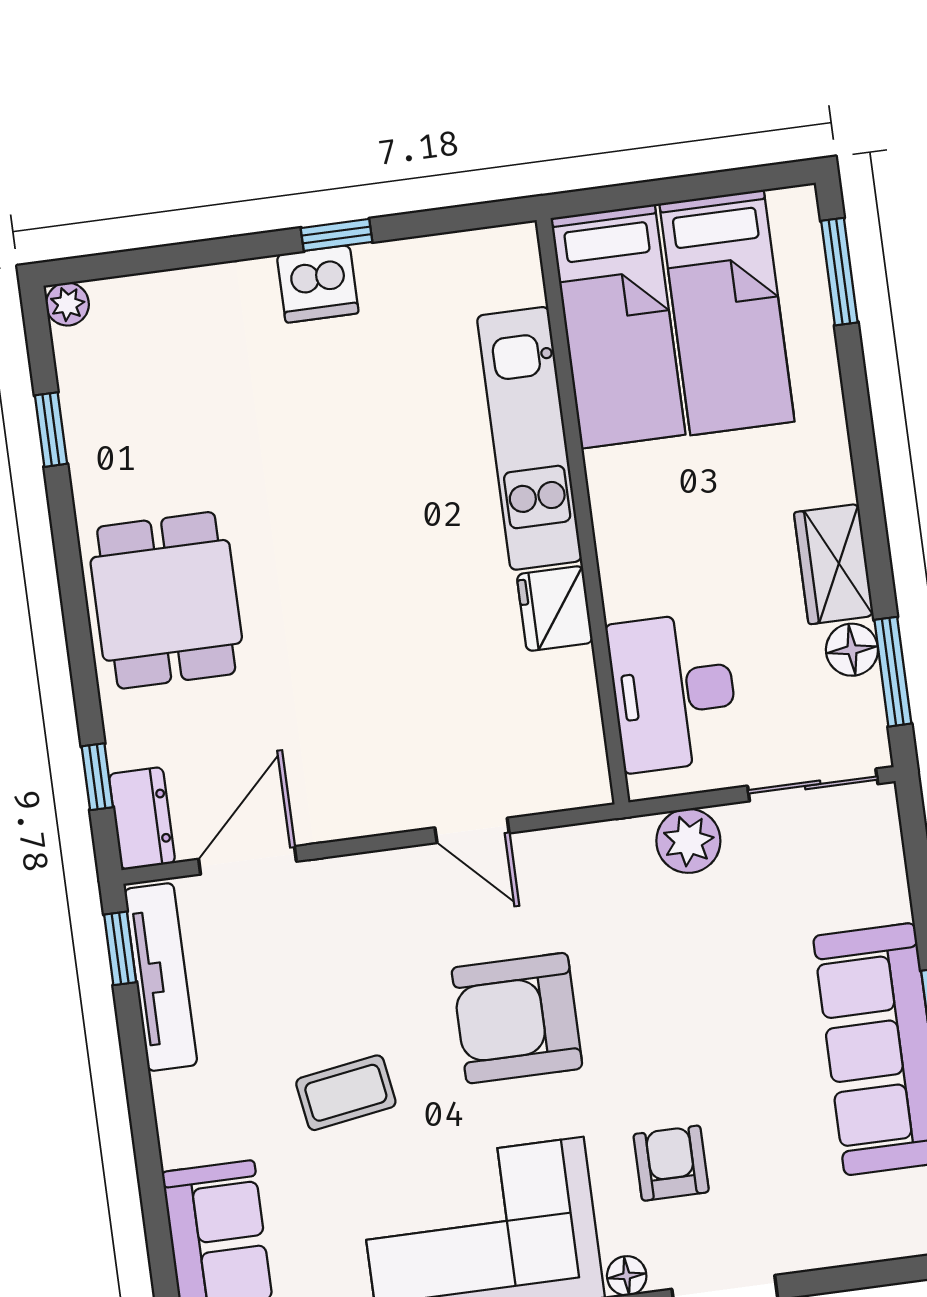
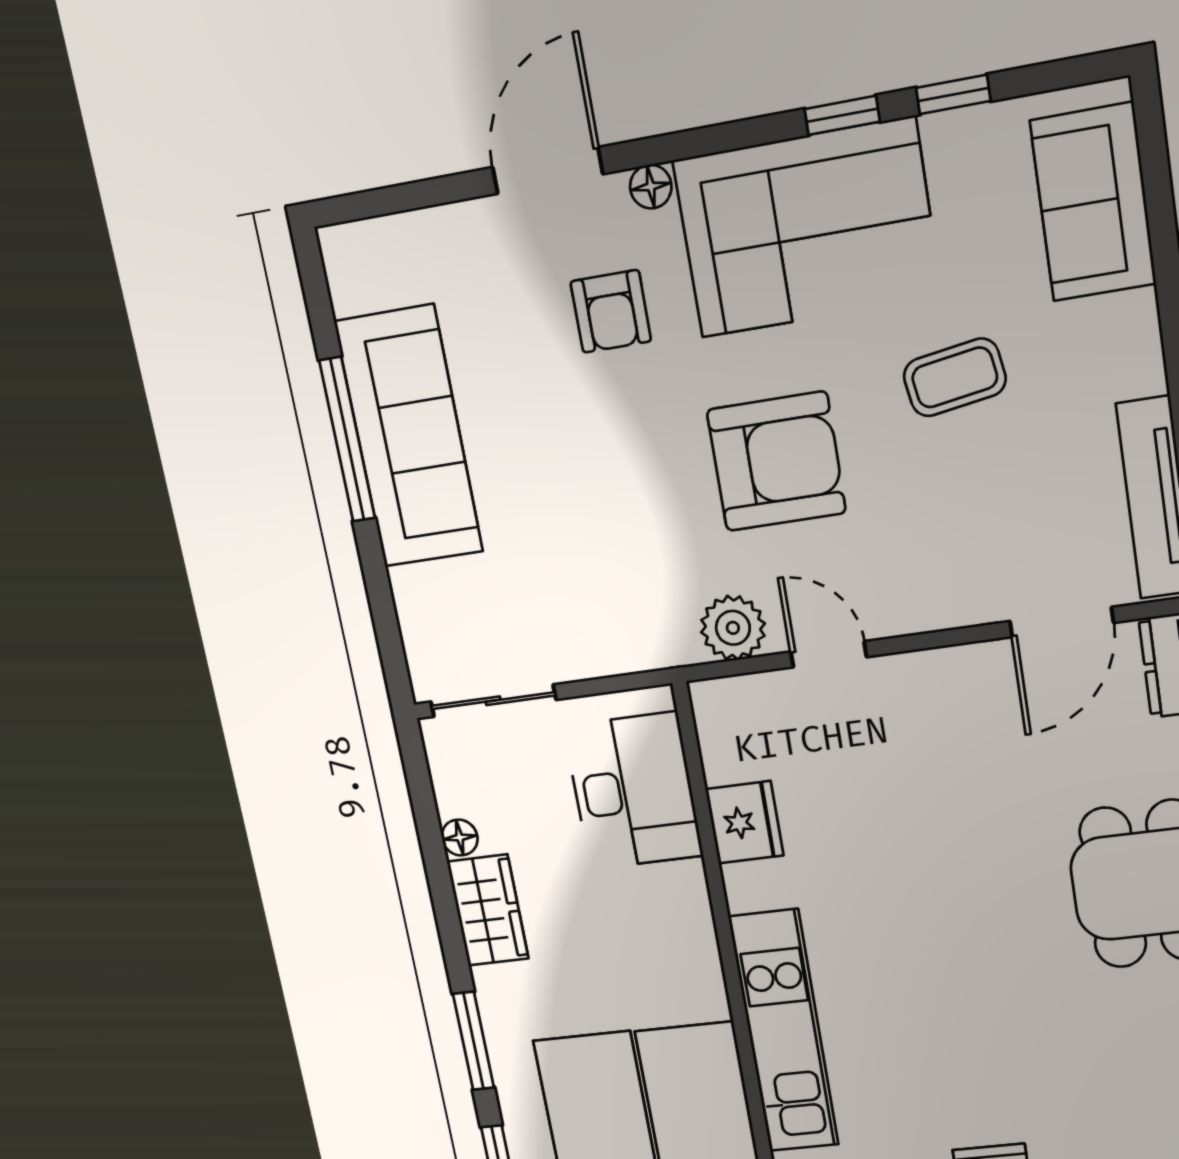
fridge: (555, 609) -> (744, 822), moved
floor lamp: (852, 650) -> (460, 838), width x0.73, depth x0.73
window: (893, 672) -> (473, 1041), moved
plant: (688, 841) -> (733, 628), moved

